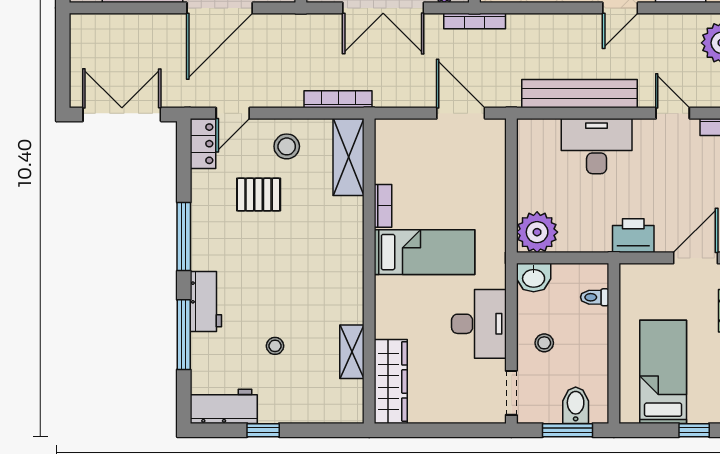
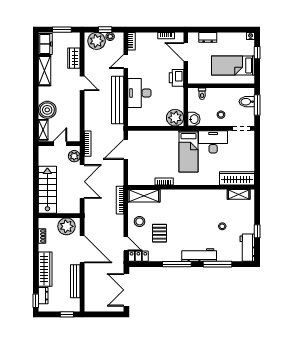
bed: (425, 252) -> (189, 151), moved, turned 180
workbench: (206, 301) -> (199, 255), width x1.38
shelving: (352, 352) -> (239, 194), moved

